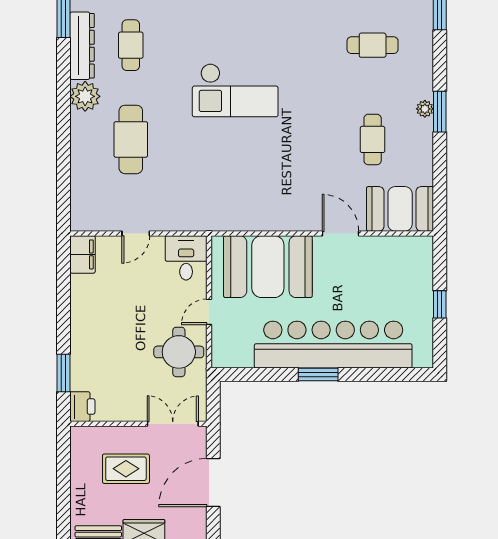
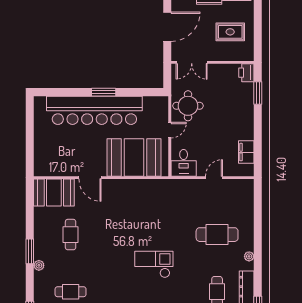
checkout: (235, 90) -> (154, 264), width x0.73, depth x0.83
plant: (85, 96) -> (249, 256), width x0.53, depth x0.53
plant: (425, 109) -> (39, 265), moved
cafe table: (131, 139) -> (217, 235), turned 90
filing cabinet: (83, 254) -> (246, 152), moved
window: (440, 304) -> (30, 135), removed
rug: (126, 469) -> (230, 32), moved

